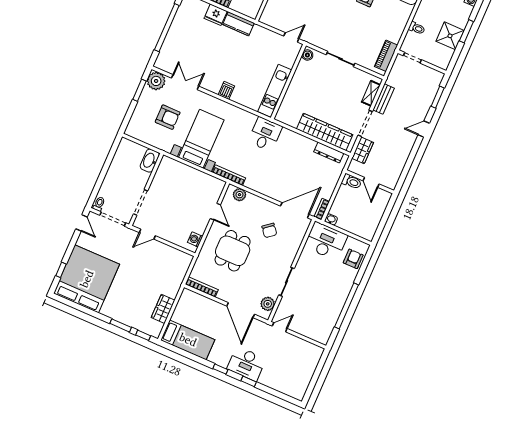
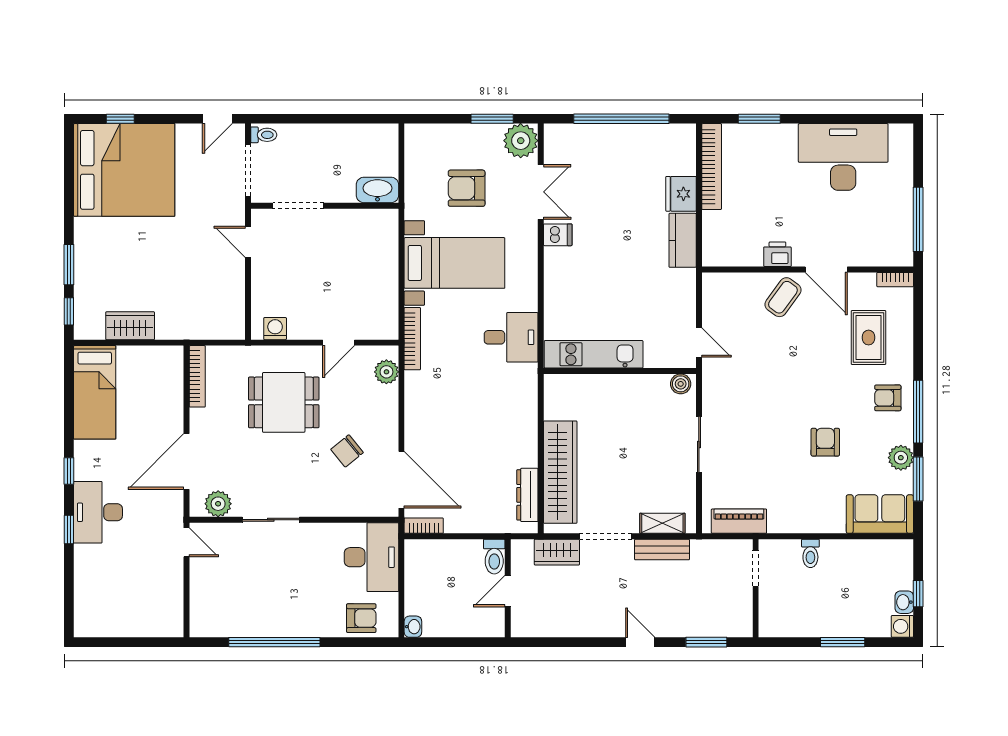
shower: (450, 36) -> (822, 617), removed
dishwasher: (226, 90) -> (558, 235), moved
armchair: (168, 117) -> (467, 188), turned 90
desk: (265, 134) -> (511, 337), moved
washbasin: (331, 219) -> (413, 627), moved

